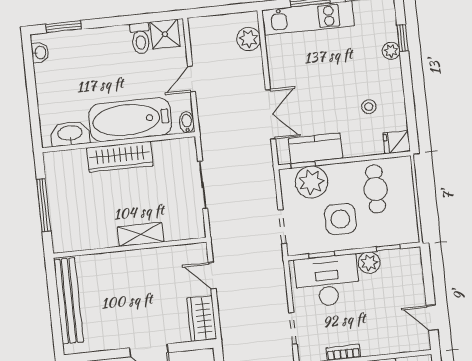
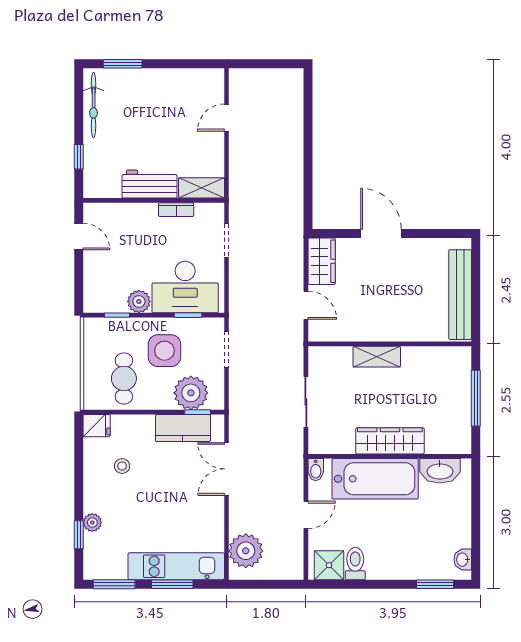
plant: (249, 39) -> (246, 551), width x1.36, depth x1.36

